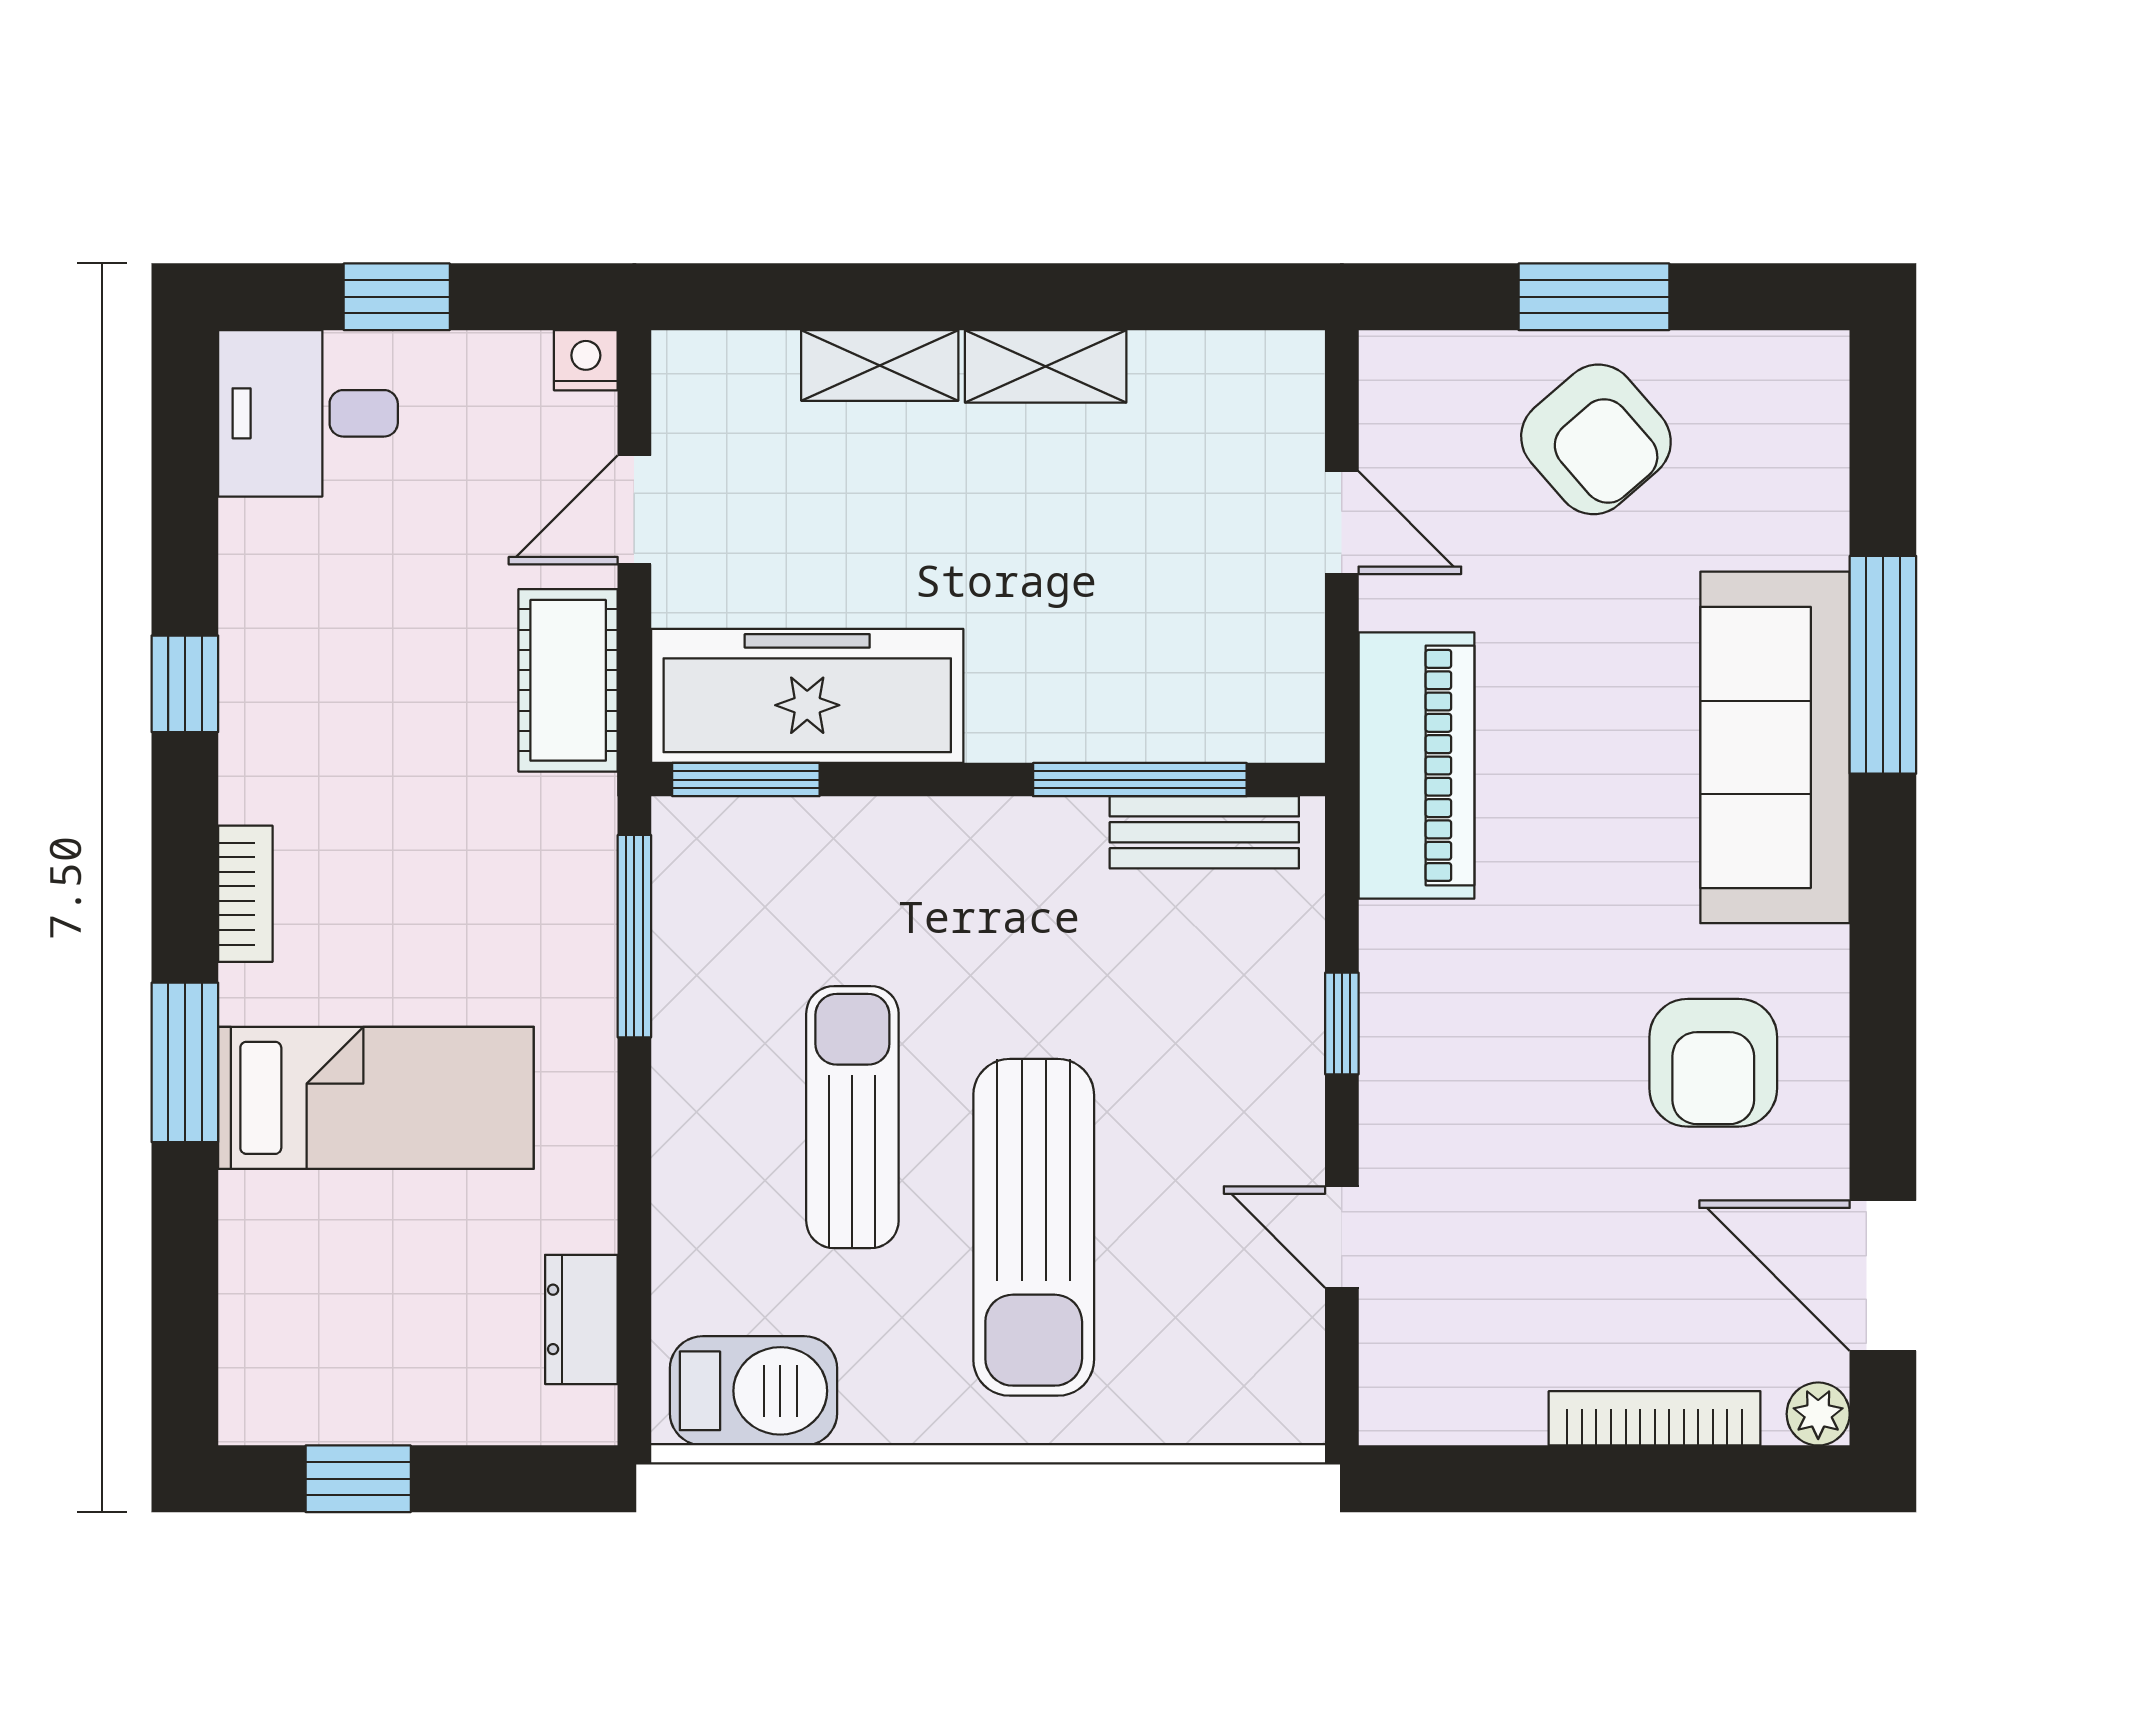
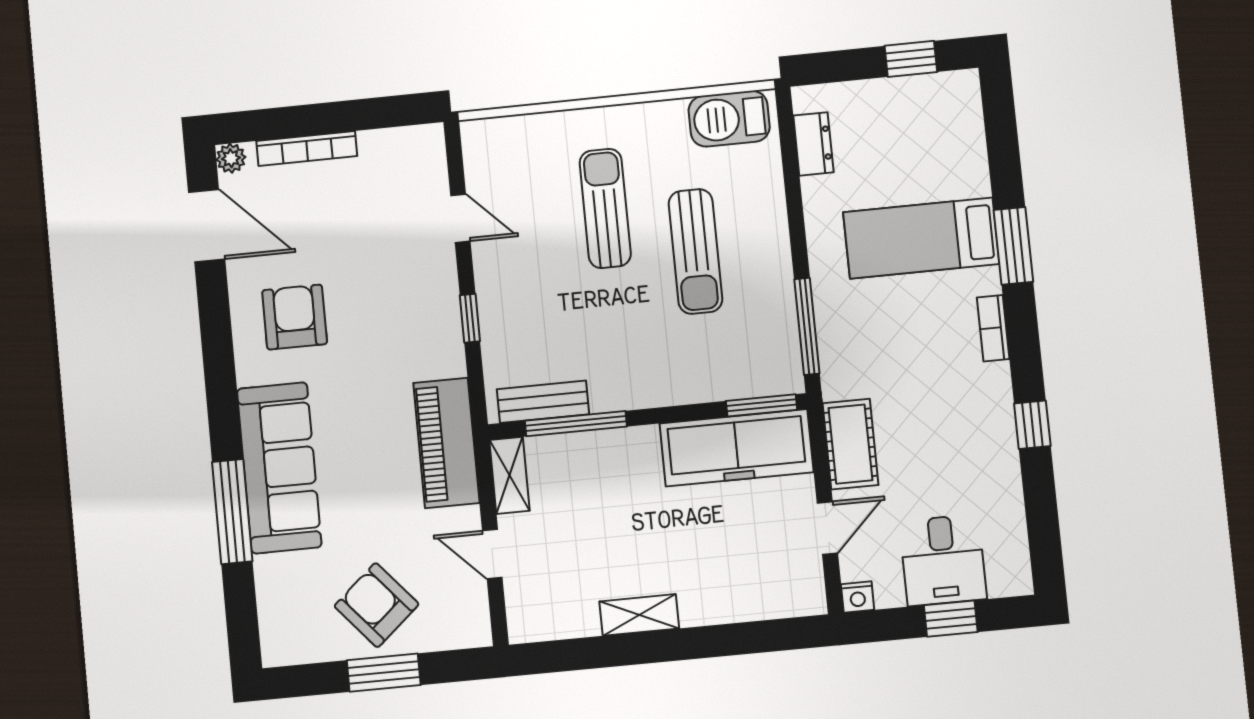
shelving: (880, 365) -> (510, 475), moved, turned 90
desk: (308, 413) -> (943, 560), moved, turned 90
sun lounger: (1034, 1227) -> (605, 208), width x0.73, depth x0.75

